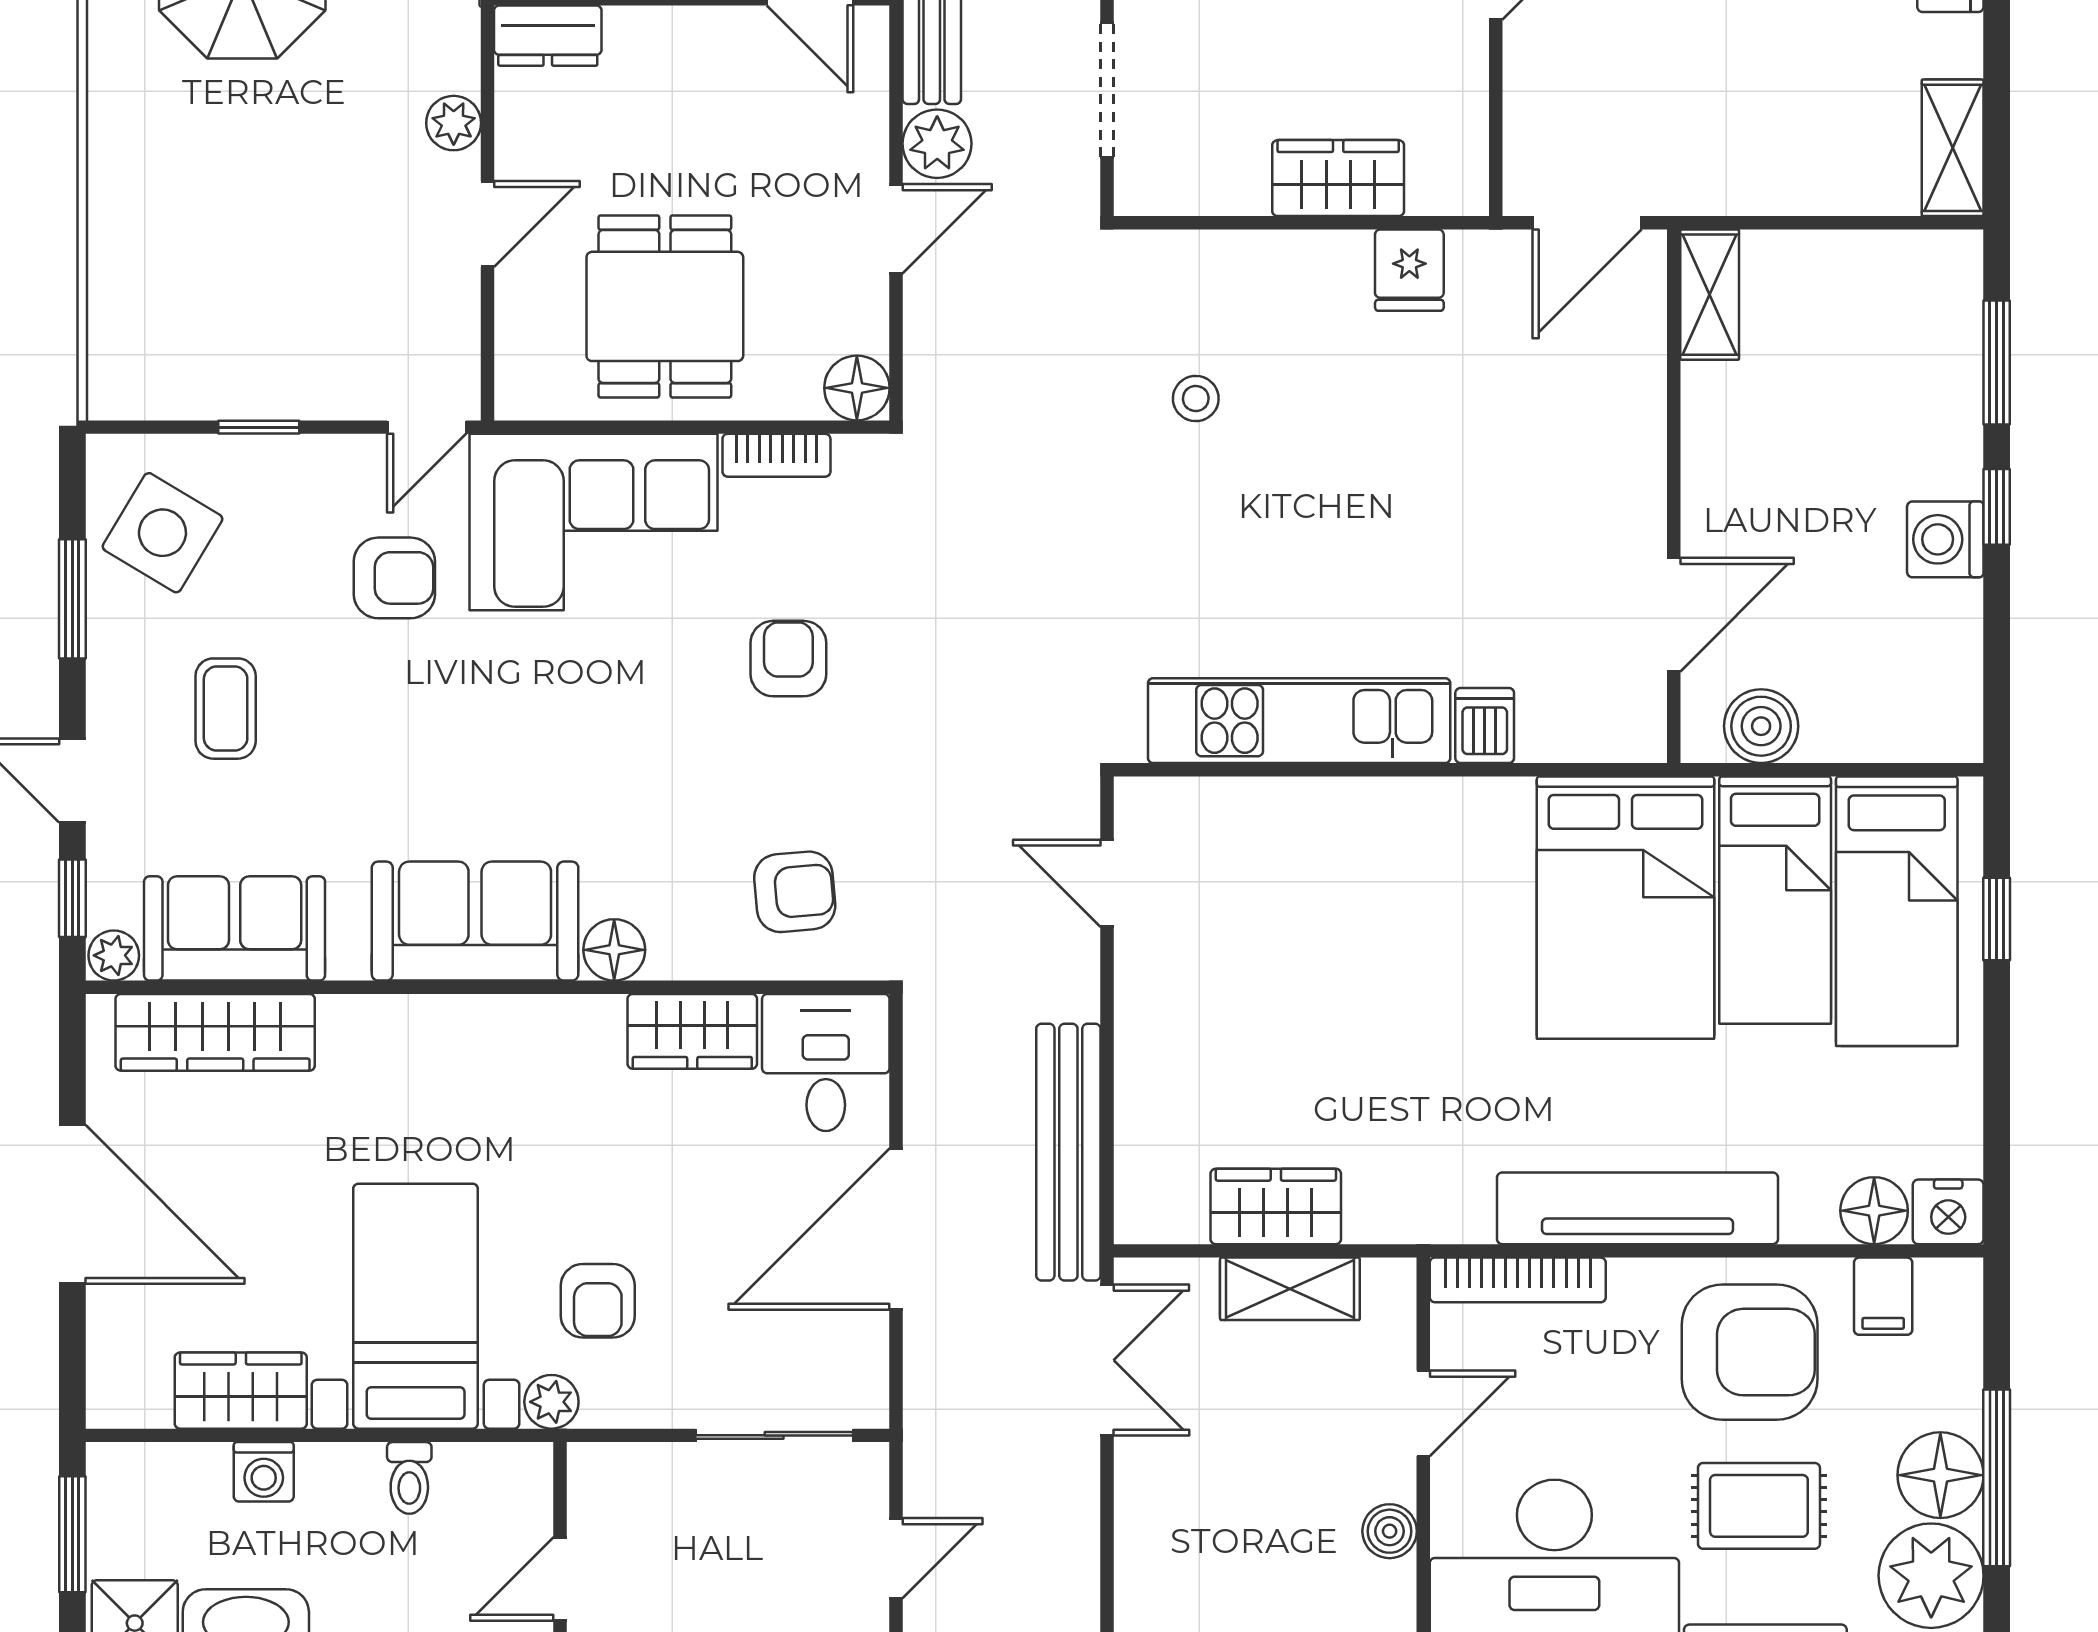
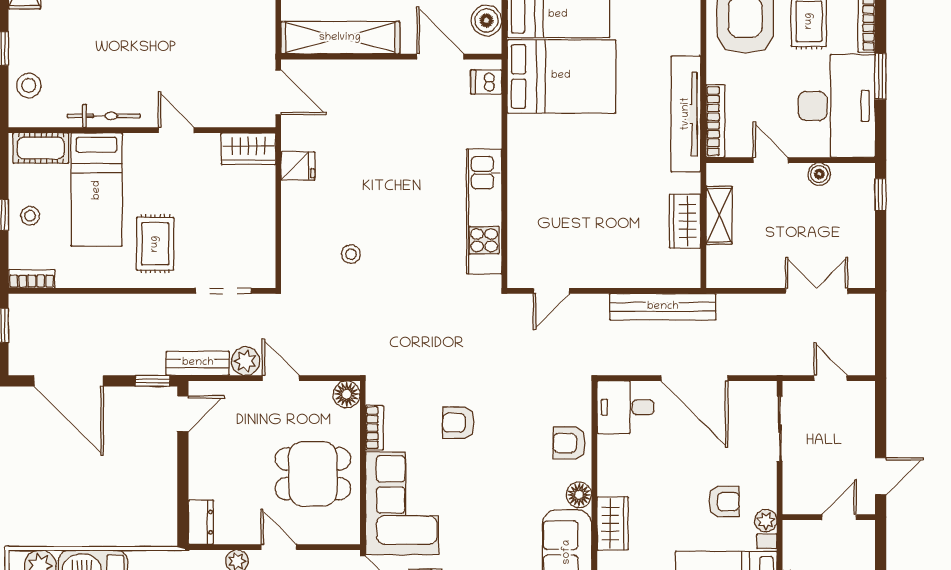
wardrobe: (1338, 178) -> (248, 149), moved, turned -90
shelving: (1710, 295) -> (340, 38), width x2.20, depth x1.33
dishwasher: (1485, 726) -> (486, 82), moved
armchair: (795, 892) -> (569, 443), moved, turned -85
wardrobe: (692, 1031) -> (613, 523), moved
tv unit: (1637, 1208) -> (686, 114), moved
double door: (1107, 1360) -> (817, 291), moved
door: (560, 1579) -> (839, 517), swing flipped

